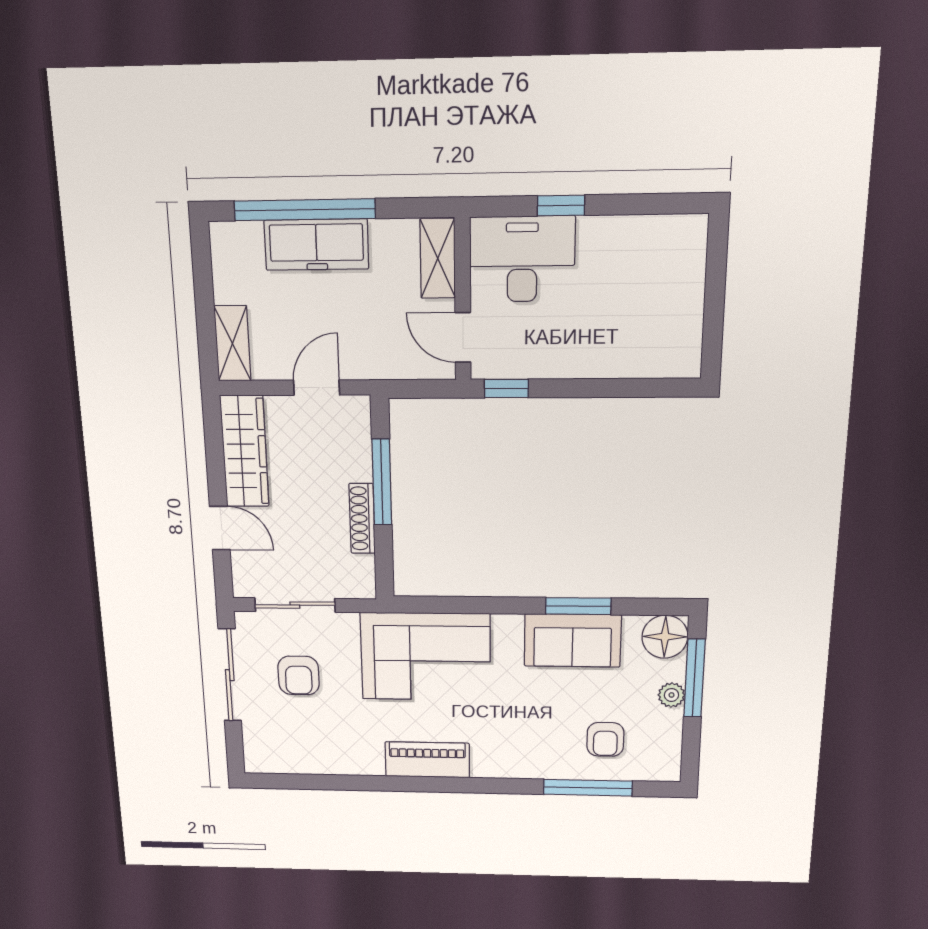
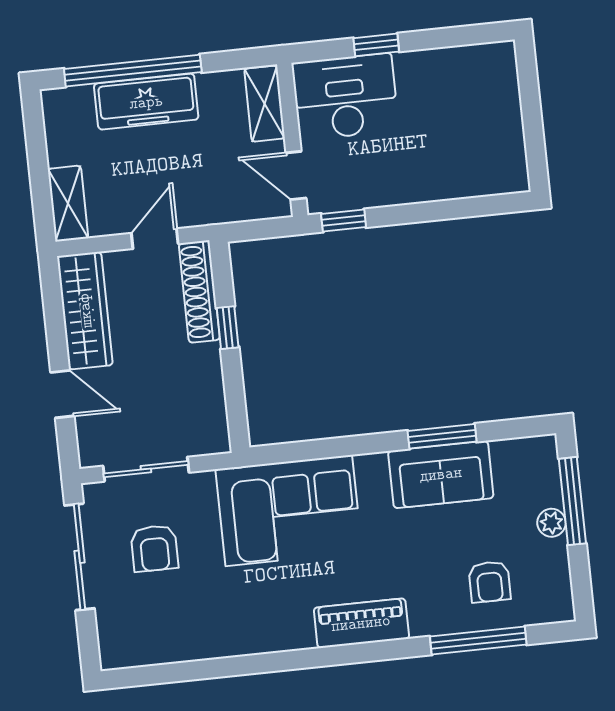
window: (382, 482) -> (228, 328), width x0.46
shoe rack: (362, 519) -> (199, 292), moved, width x1.36, depth x1.24
floor lamp: (665, 637) -> (535, 459), removed
piano: (427, 760) -> (361, 623), moved

